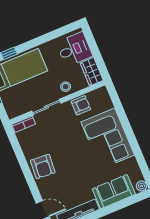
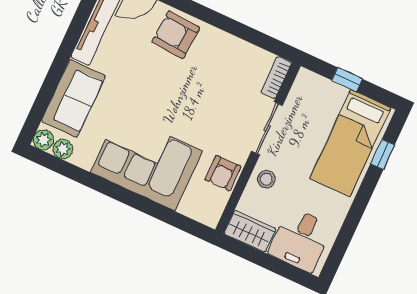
armchair: (43, 167) -> (176, 35), moved
plant: (137, 175) -> (63, 149), added

